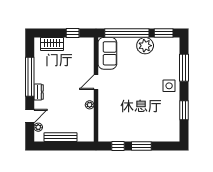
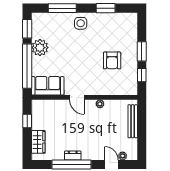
dresser: (39, 92) -> (73, 156), moved
armchair: (132, 117) -> (112, 60), added
bench: (61, 137) -> (133, 121), moved

